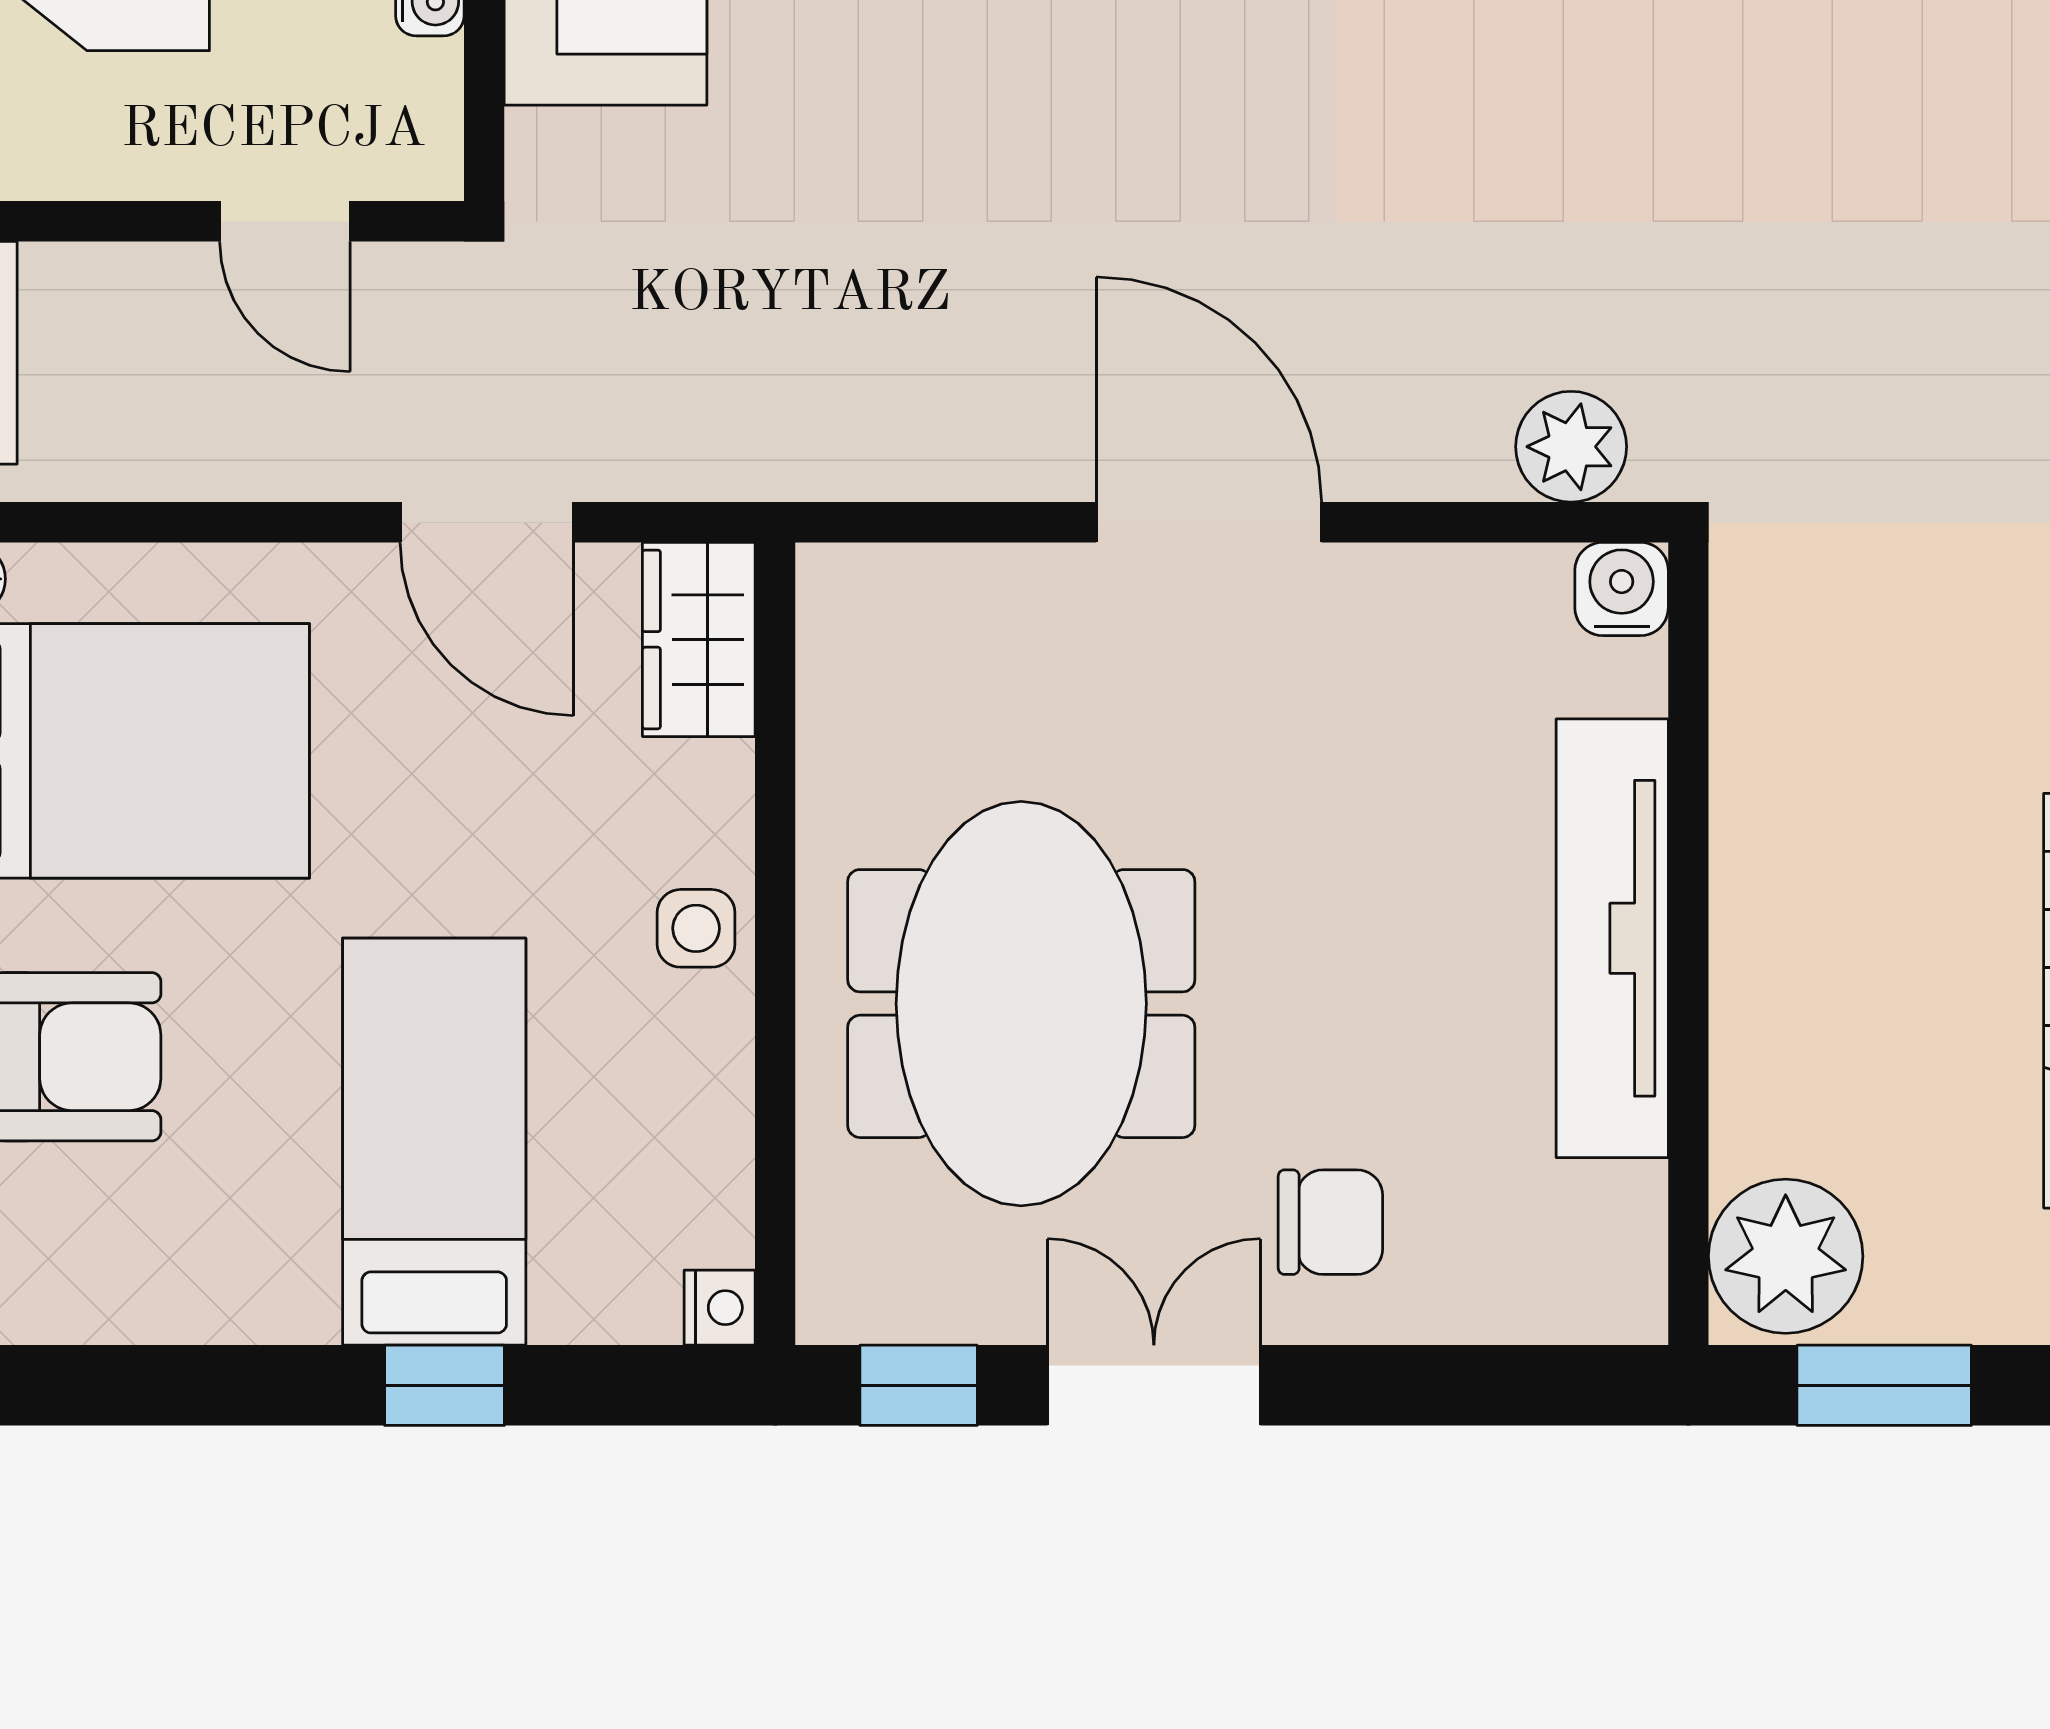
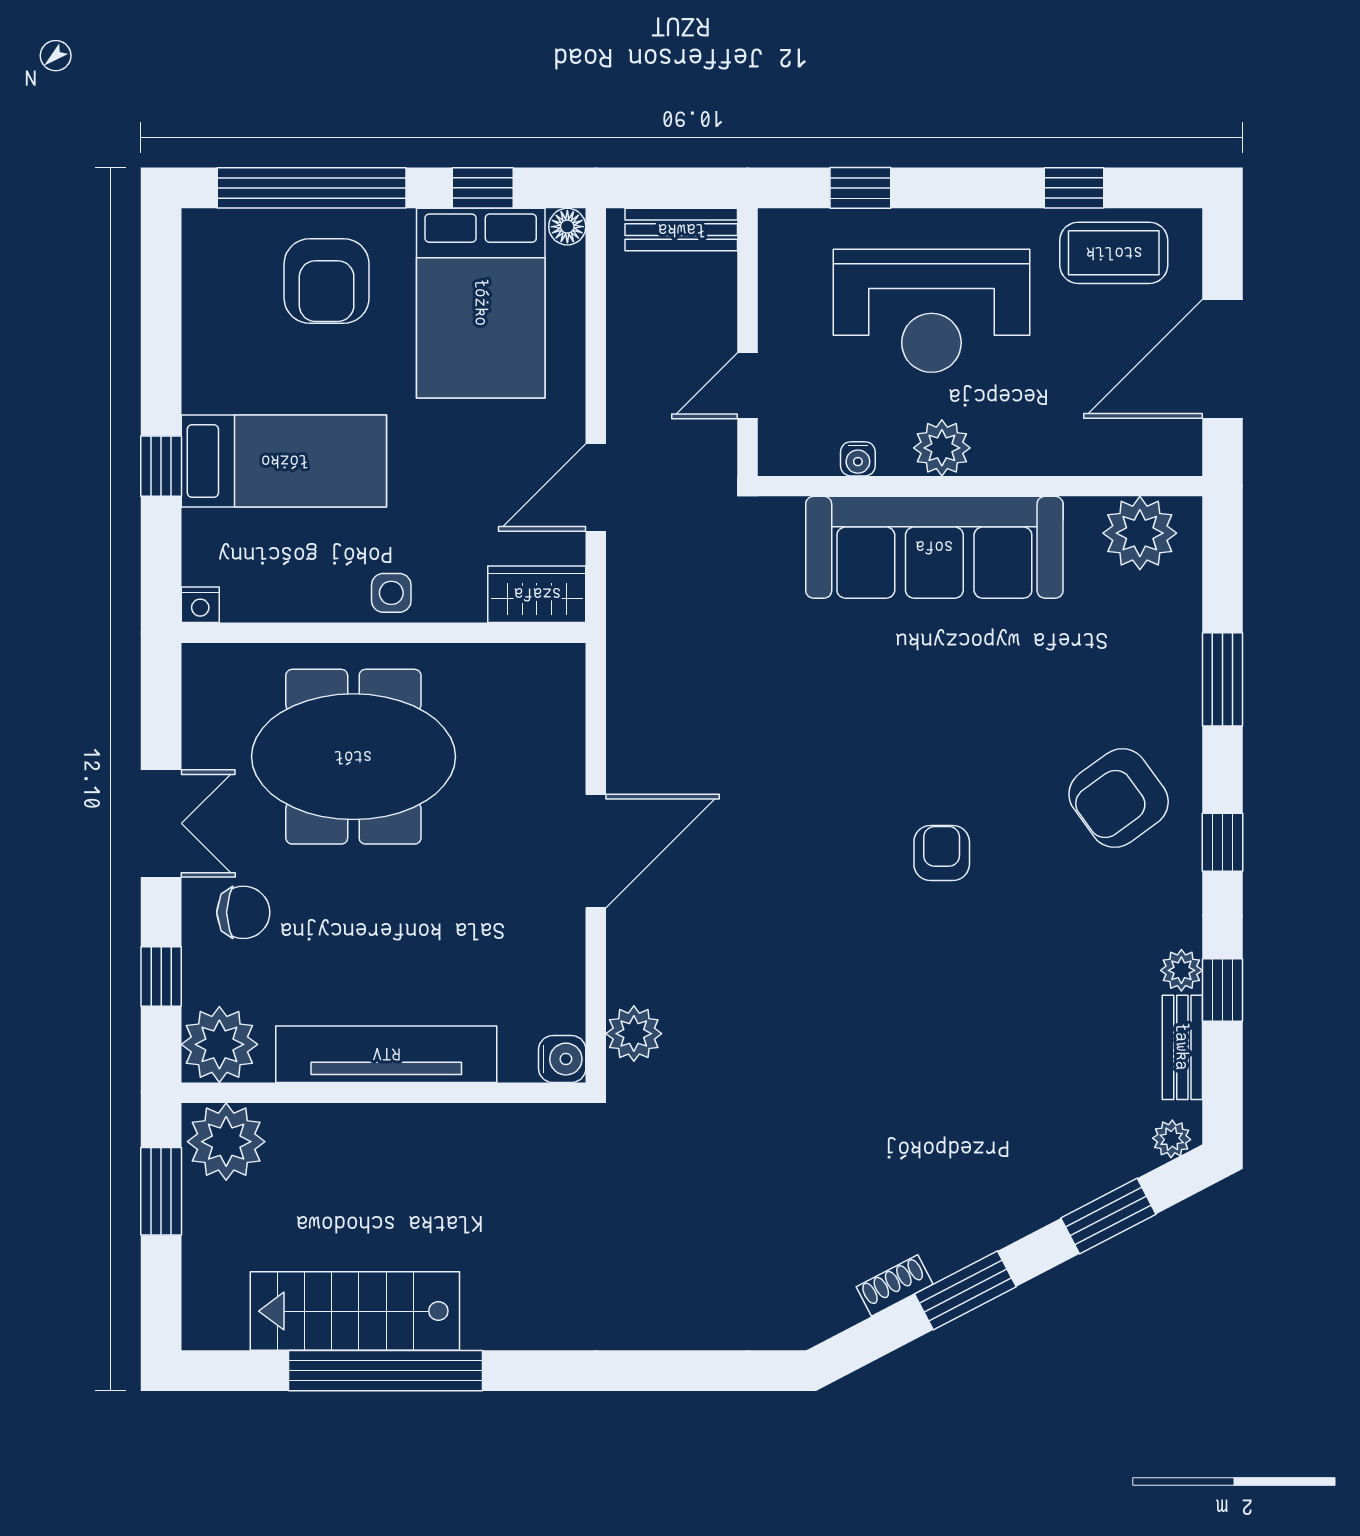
chair: (1330, 1222) -> (243, 912), turned -90
plant: (1593, 1269) -> (219, 1044), added
window: (919, 1385) -> (161, 976), moved

